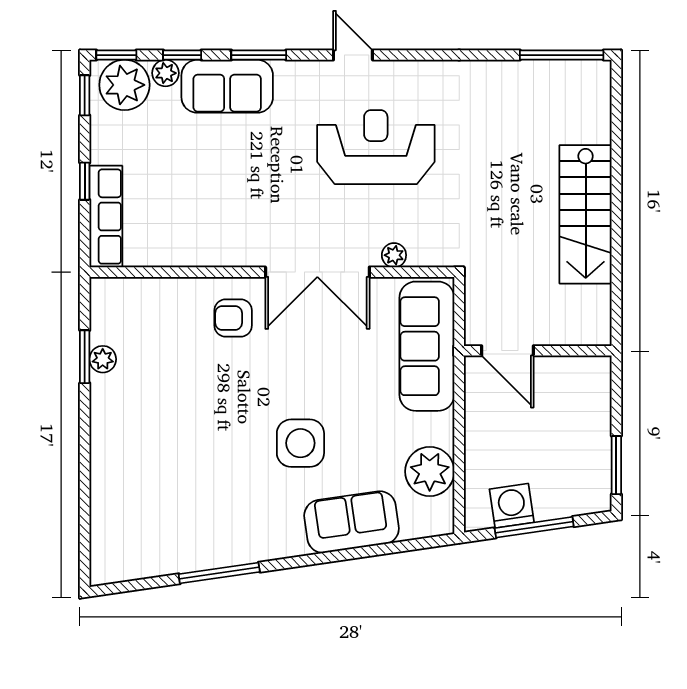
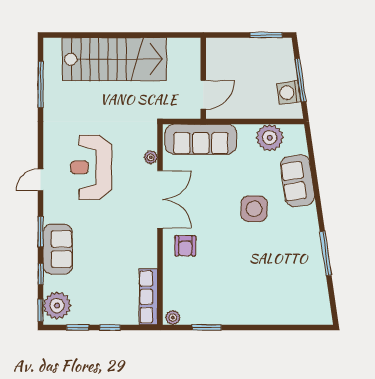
window: (562, 55) -> (41, 84), moved
plant: (166, 73) -> (51, 283), removed
window: (85, 95) -> (78, 327), moved
stairs: (586, 214) -> (114, 59), width x1.36, depth x1.51
row of seats: (106, 217) -> (148, 297), moved, turned -90
plant: (103, 359) -> (173, 318), moved

